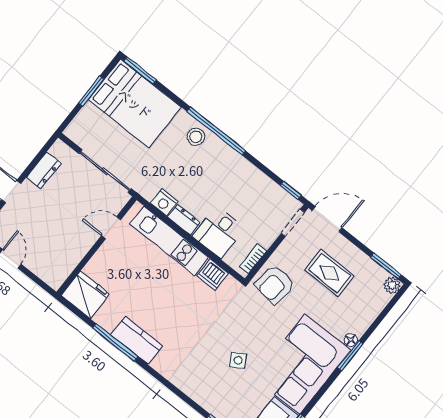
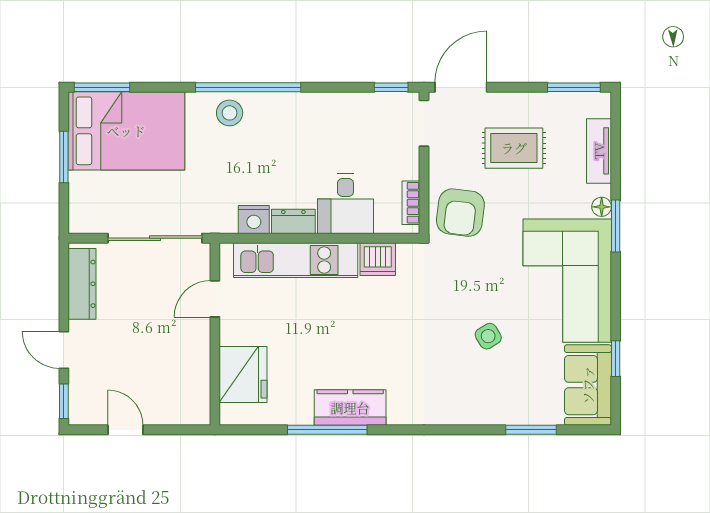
dresser: (44, 170) -> (82, 284), width x1.44
plant: (392, 285) -> (599, 104), removed
fridge: (85, 295) -> (243, 375), moved, turned 90
tv unit: (373, 310) -> (599, 151), added

